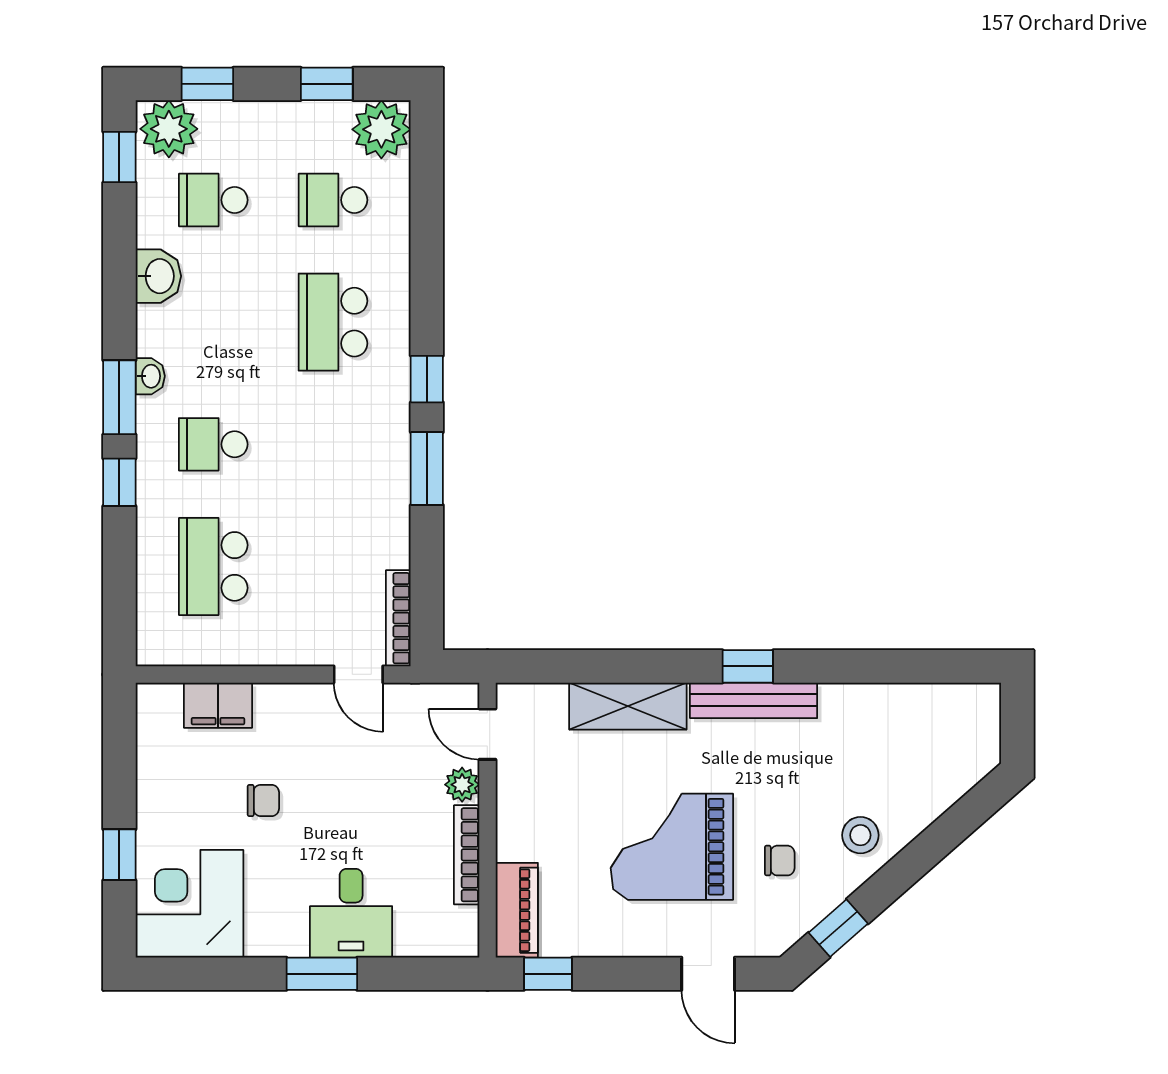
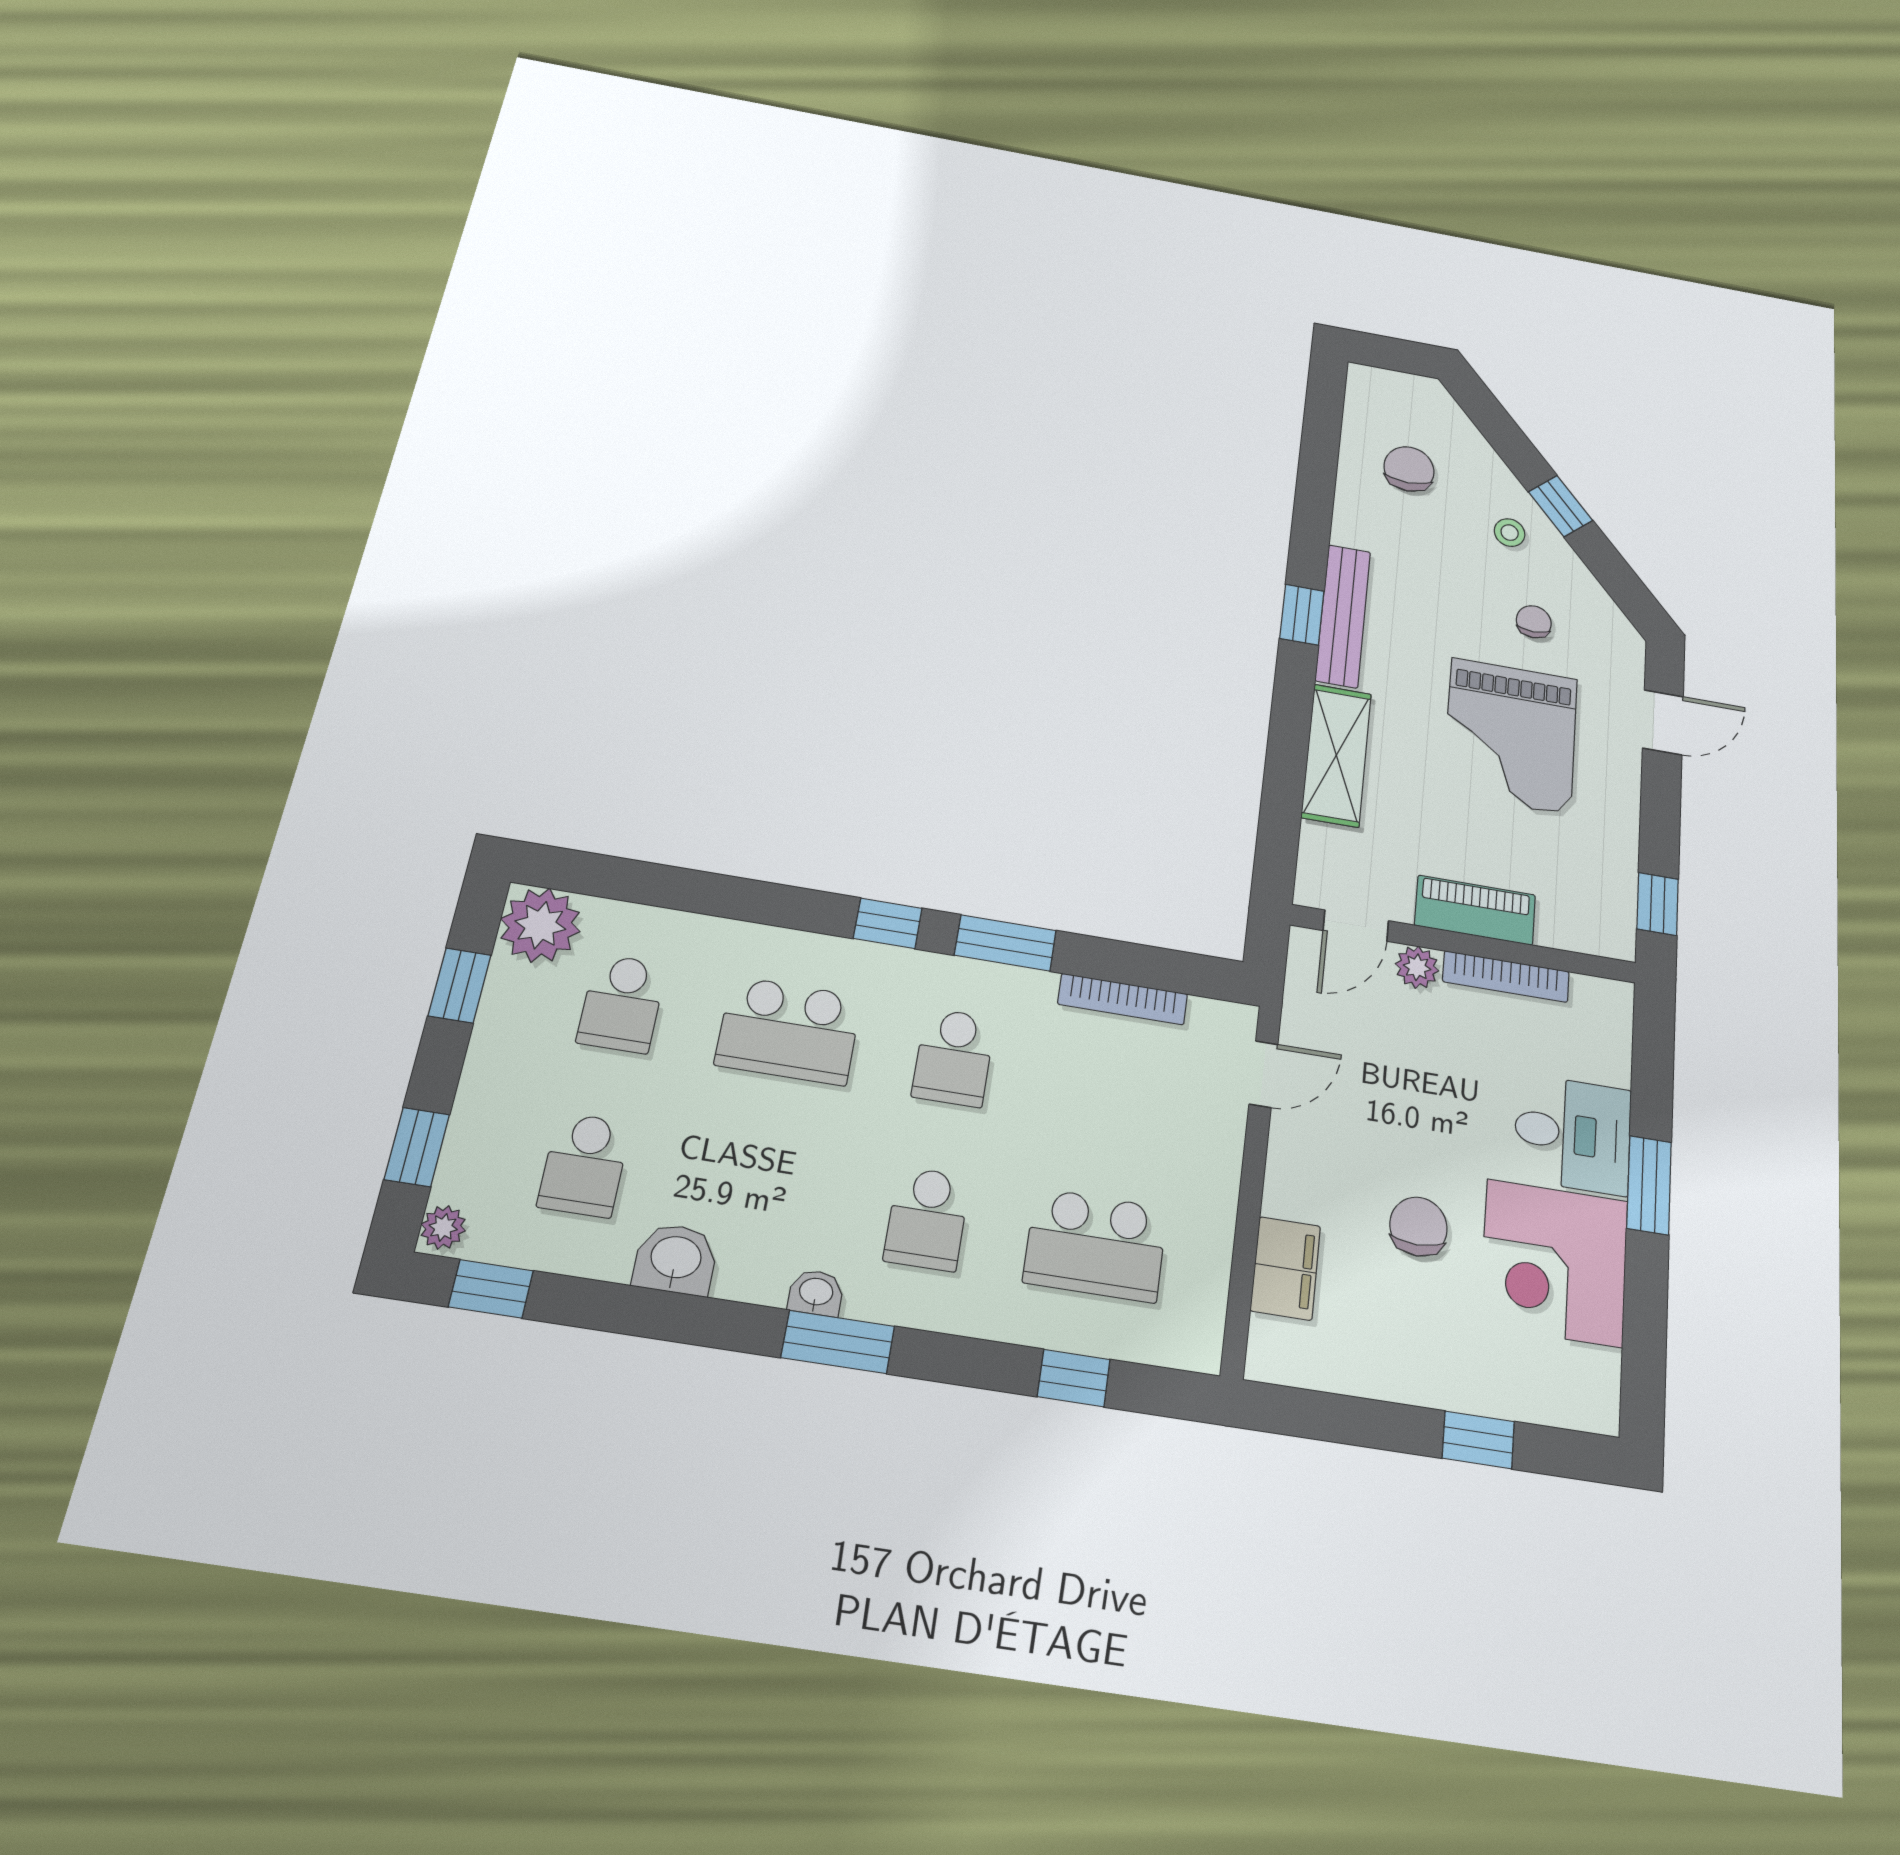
plant: (169, 129) -> (443, 1227), width x0.53, depth x0.53
school desk: (333, 444) -> (954, 1057), added
window: (119, 482) -> (1074, 1378), moved
bookcase: (398, 618) -> (1123, 999), moved
chair: (905, 744) -> (1409, 469), added
chair: (263, 800) -> (1418, 1227), width x1.37, depth x1.37
stool: (860, 835) -> (1510, 533), width x0.73, depth x0.73
corner desk: (189, 904) -> (1554, 1263), moved
piano: (517, 910) -> (1475, 910), moved
window: (838, 928) -> (1561, 506), moved

